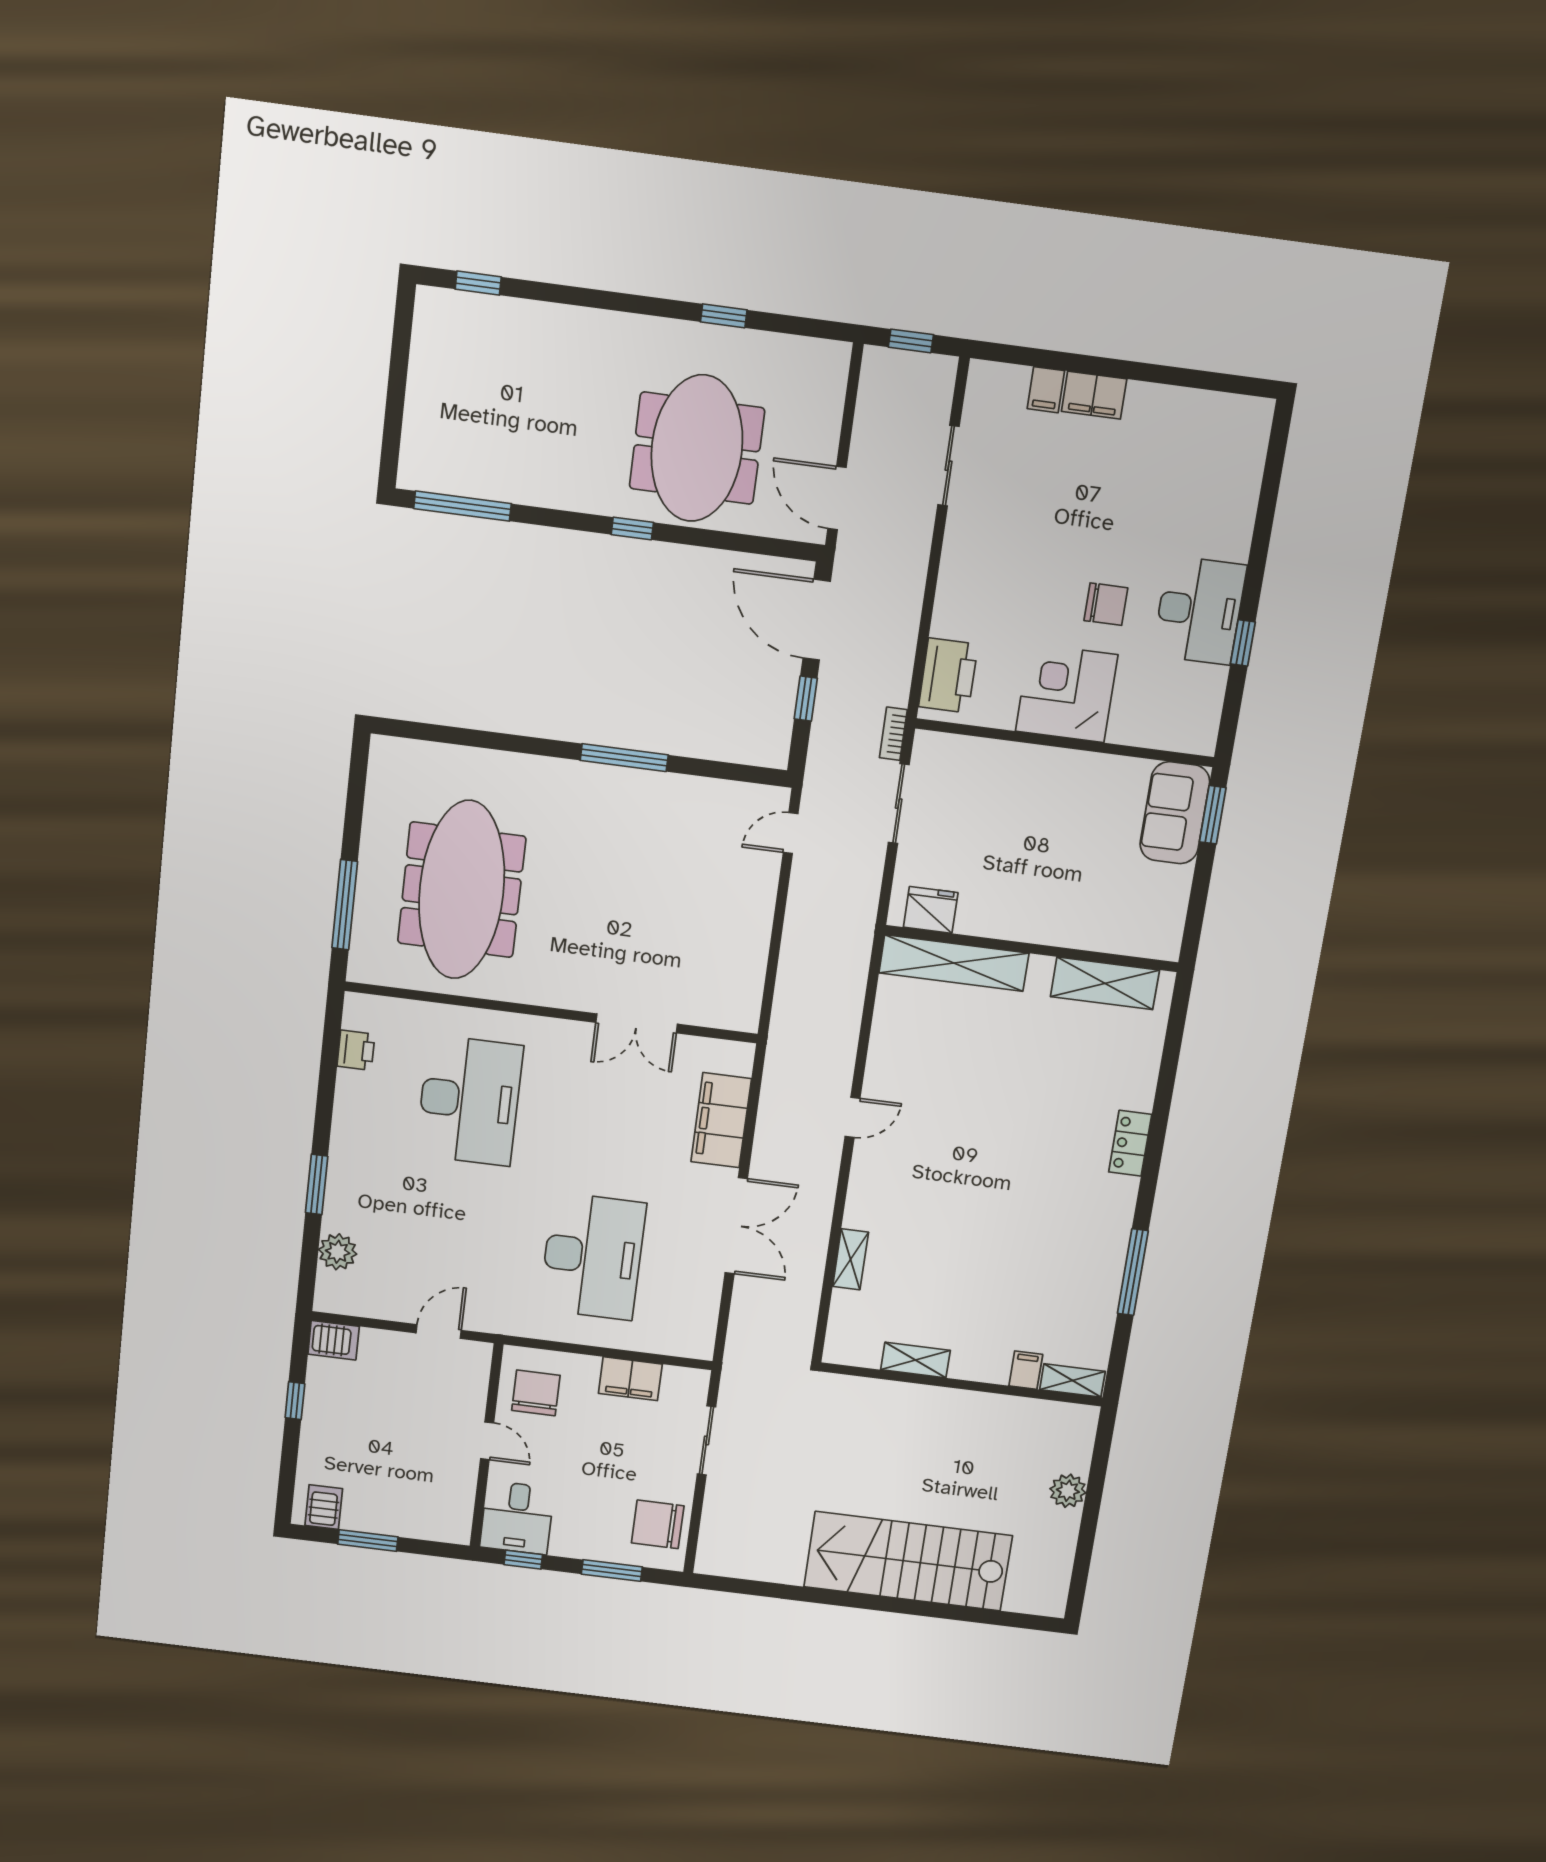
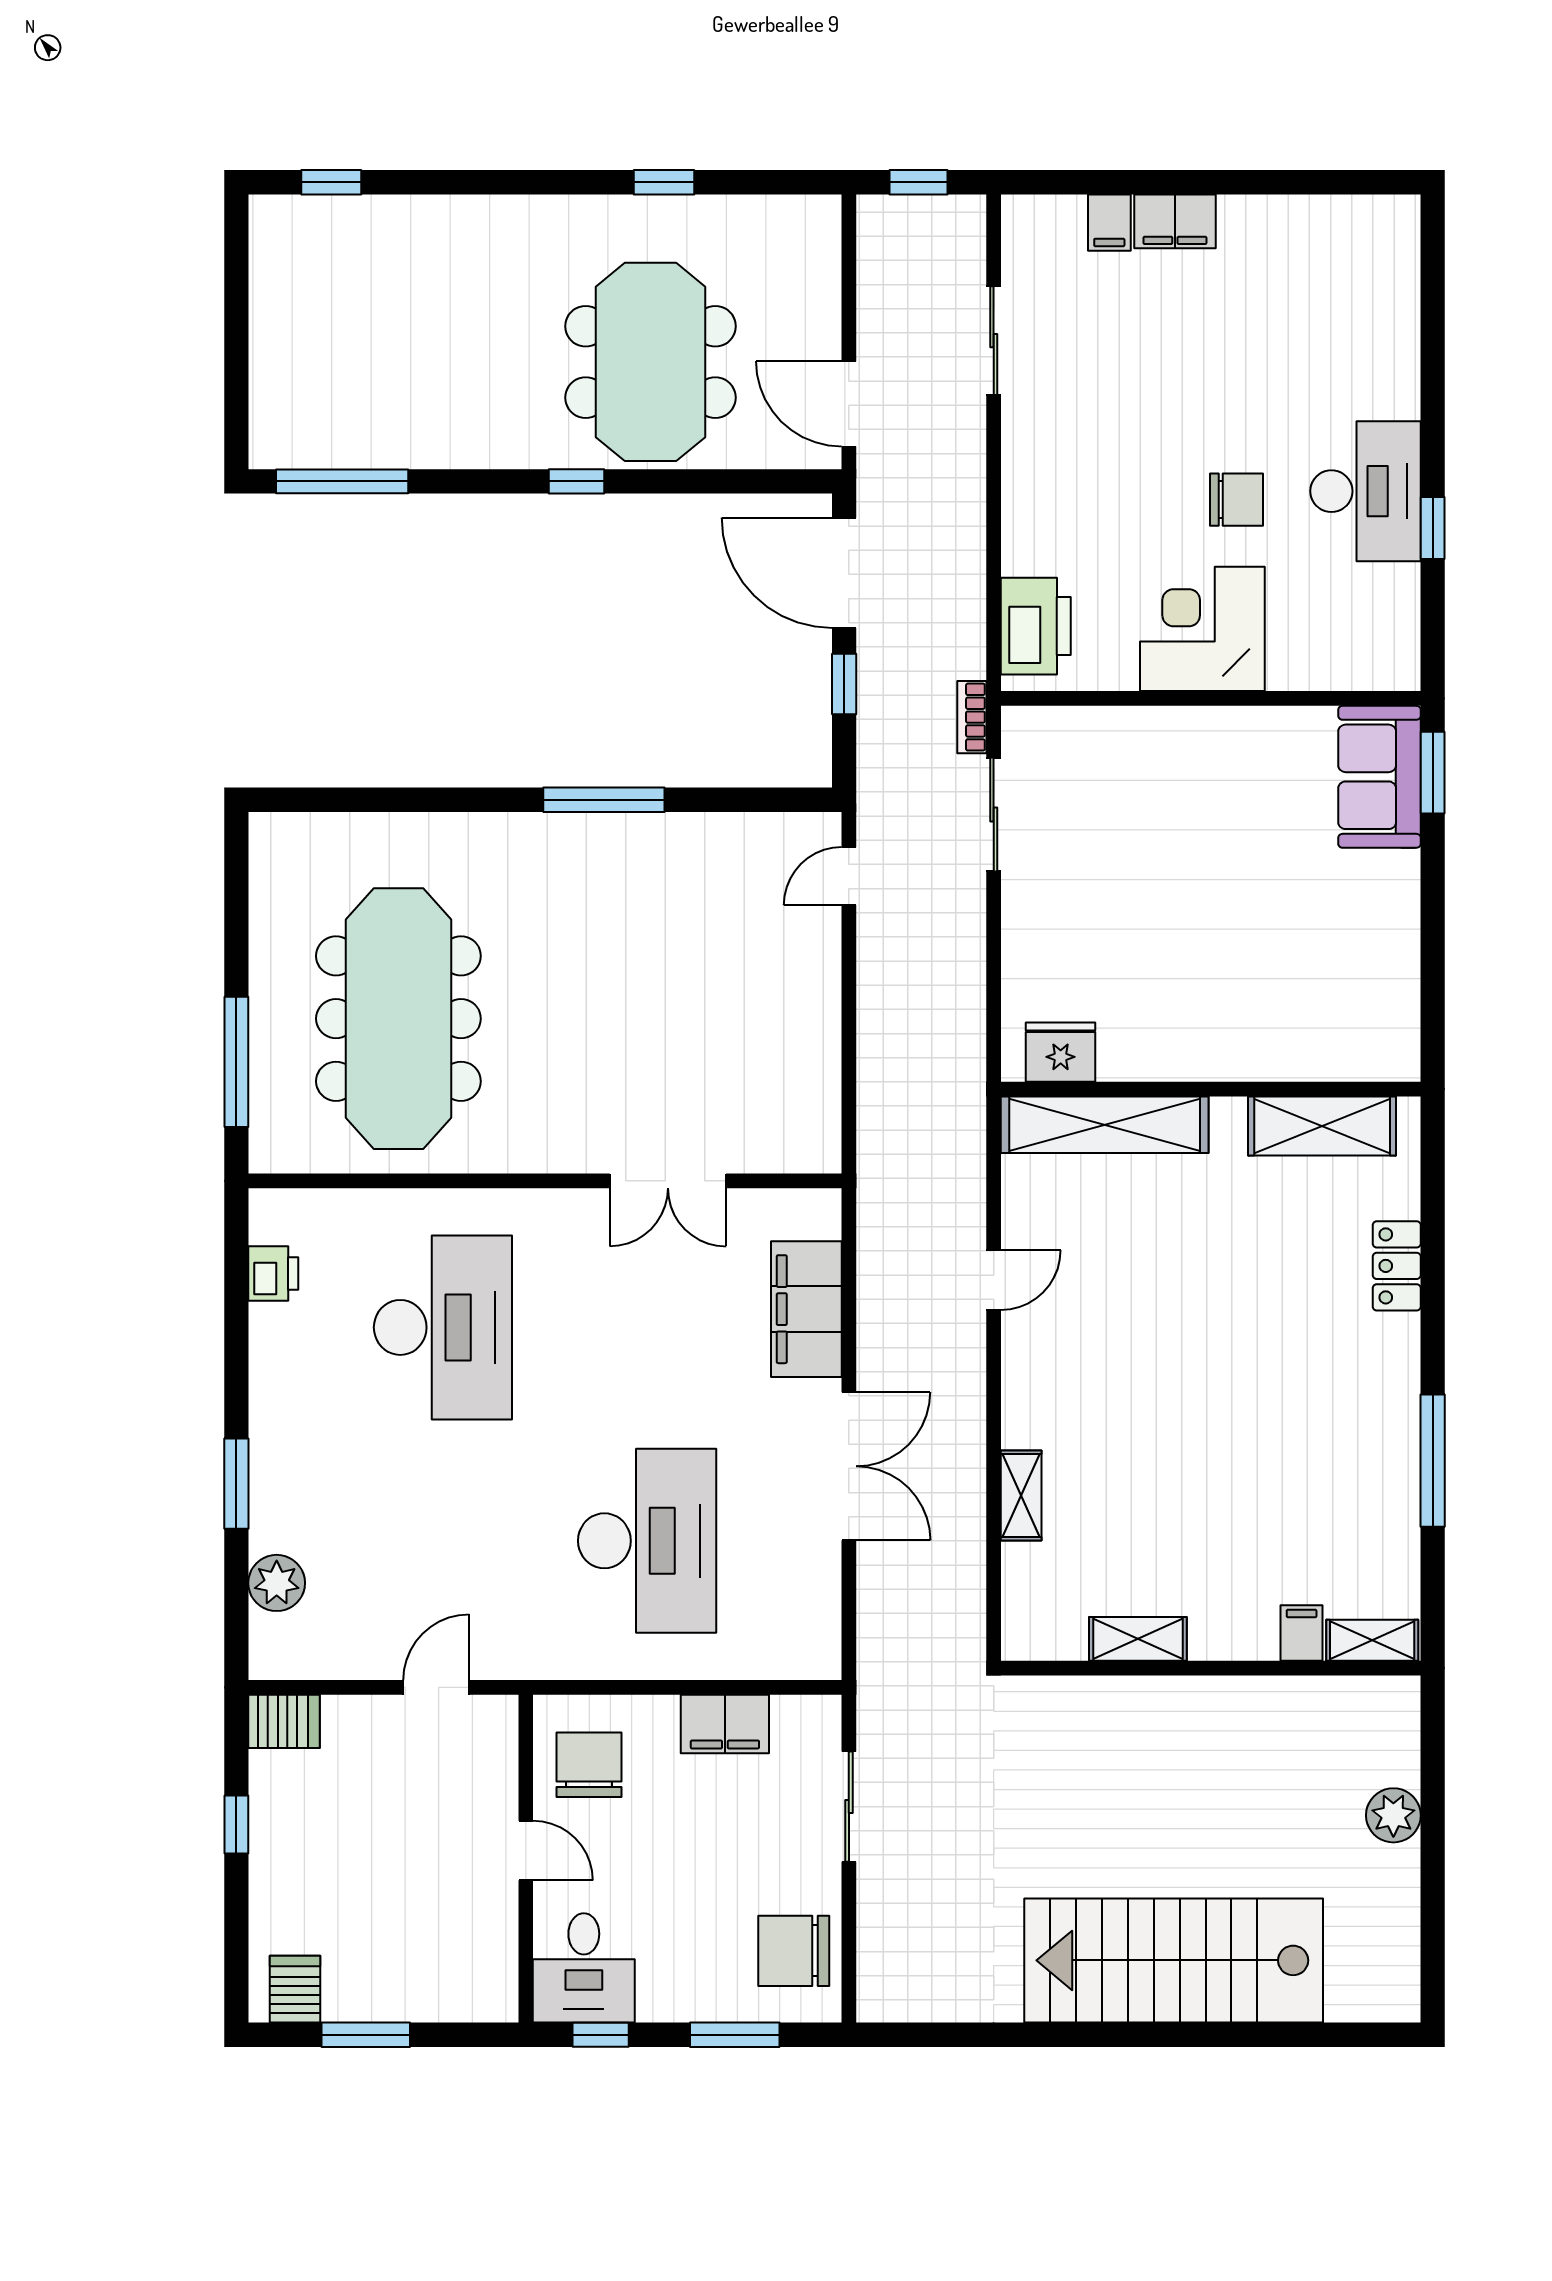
fridge: (931, 910) -> (1061, 1052), moved
wall: (1032, 949) -> (1211, 1089), moved
shelving: (954, 963) -> (1105, 1125), moved
shelving: (1105, 983) -> (1322, 1126), moved

